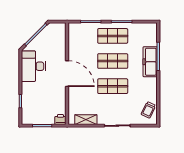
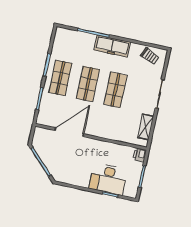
freezer: (150, 62) -> (112, 46), moved
desk: (33, 66) -> (108, 179), moved
door: (67, 74) -> (69, 132), moved

